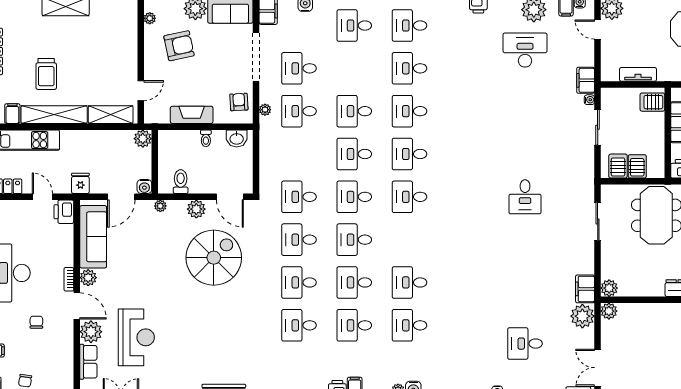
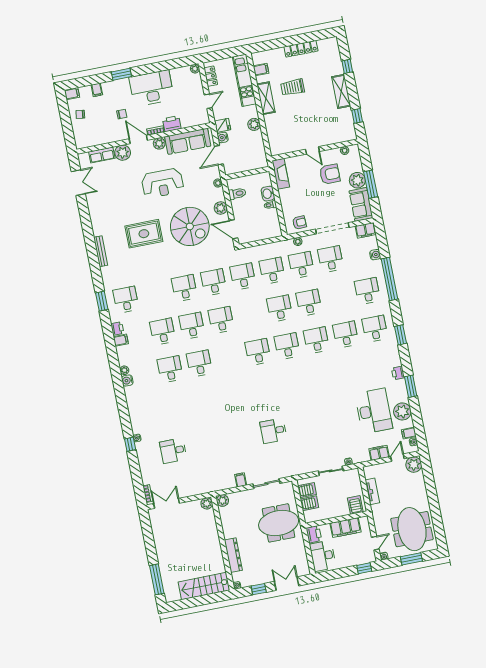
armchair: (179, 46) -> (330, 174), turned -78
desk: (525, 50) -> (374, 411), width x1.36, depth x1.30
filing cabinet: (586, 80) -> (379, 453), moved
door: (141, 91) -> (312, 150), moved
shelving: (54, 115) -> (266, 98), width x0.68
shelving: (111, 115) -> (274, 137), removed
fireplace: (192, 115) -> (281, 174), moved
washbasin: (237, 138) -> (268, 194), moved
plant: (143, 139) -> (254, 124), moved
water cooler: (144, 186) -> (223, 137), moved
door: (121, 197) -> (219, 155), hinge flipped
door: (230, 197) -> (234, 229), hinge flipped
desk: (354, 197) -> (272, 271), moved
printer: (64, 212) -> (172, 124), moved
filing cabinet: (585, 289) -> (241, 480), moved, width x0.50
door: (77, 306) -> (138, 139), swing flipped
plant: (582, 316) -> (200, 486), removed
rug: (211, 324) -> (144, 234), added
desk: (299, 325) -> (126, 300), moved
reception desk: (136, 337) -> (162, 183), moved
desk: (525, 344) -> (173, 451), turned -90

